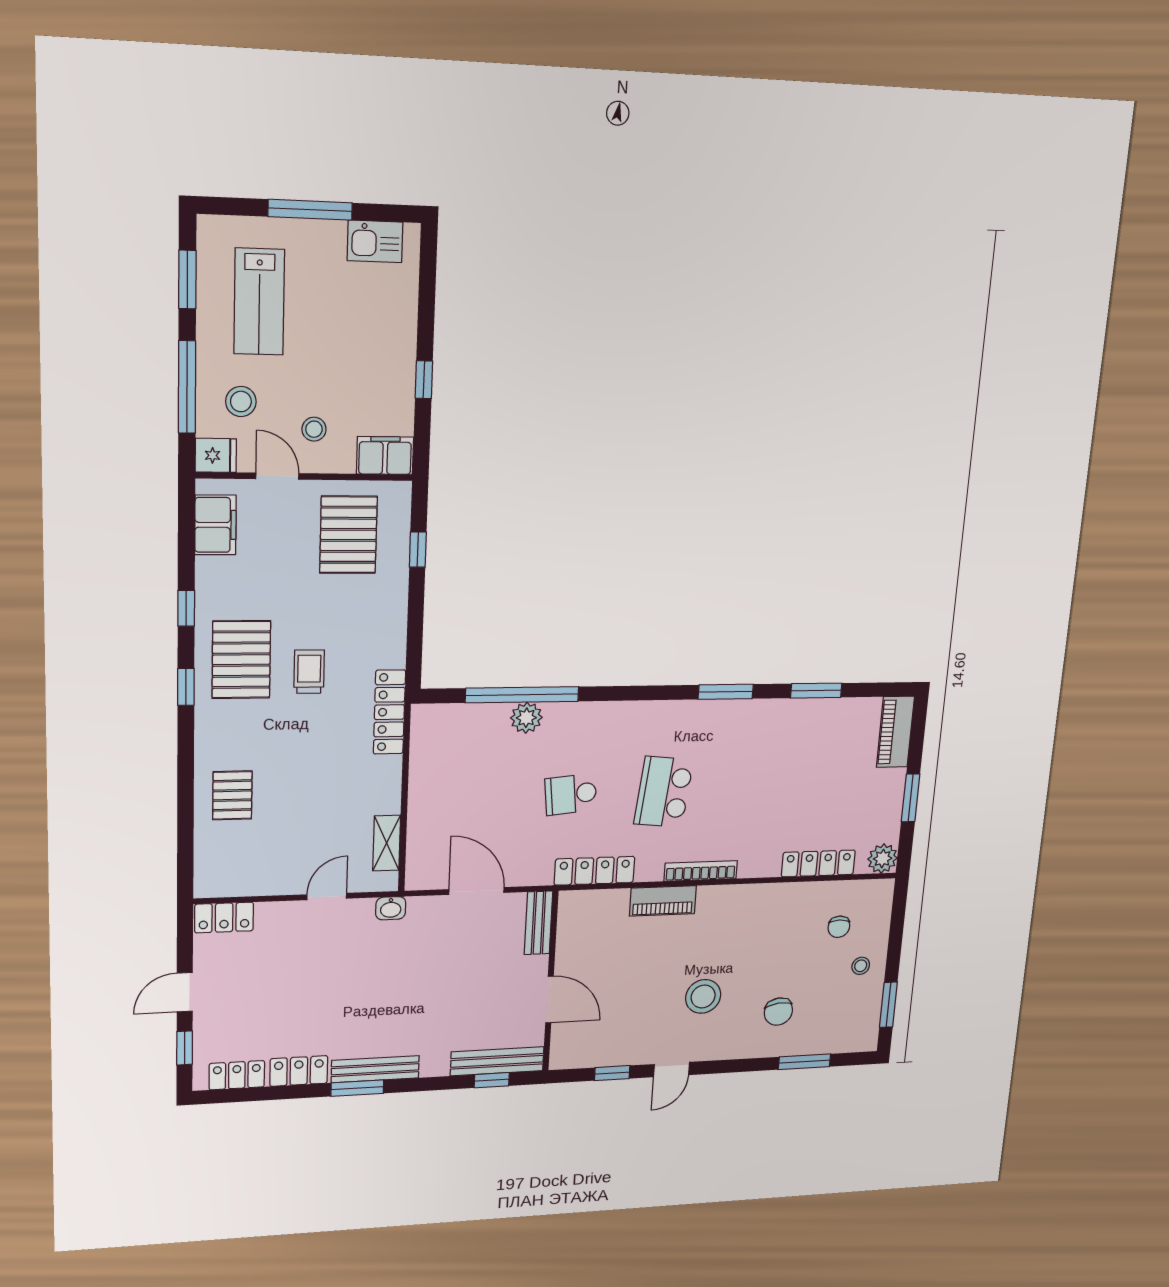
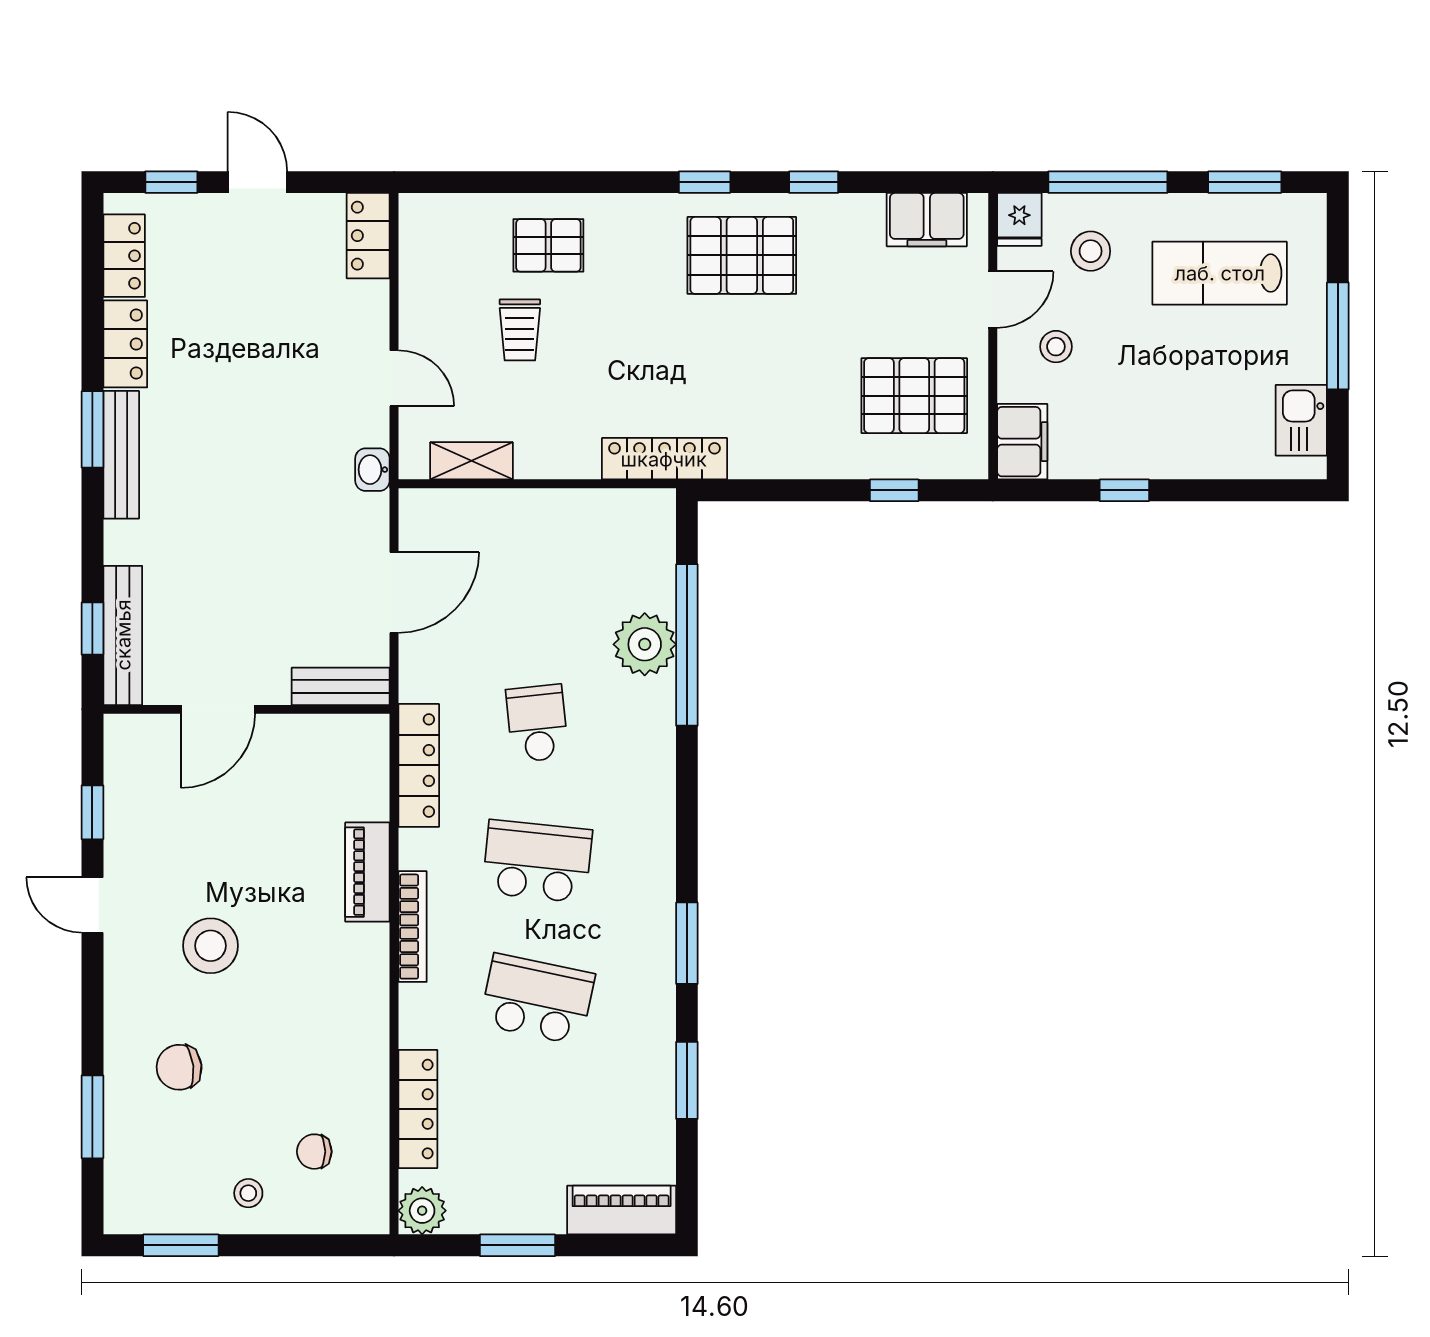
trolley: (309, 672) -> (520, 330), moved, turned 90
plant: (526, 718) -> (645, 644), width x1.36, depth x1.36
school desk: (755, 790) -> (537, 999), added

